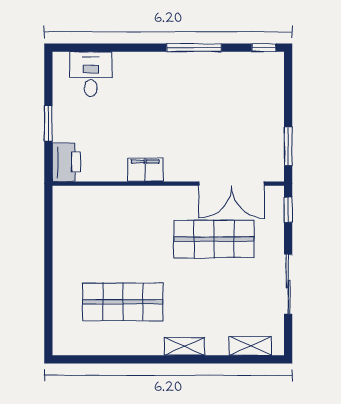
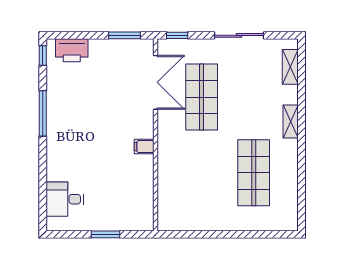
printer: (66, 162) -> (72, 50), moved, turned 180
filing cabinet: (145, 170) -> (144, 147), width x0.50

